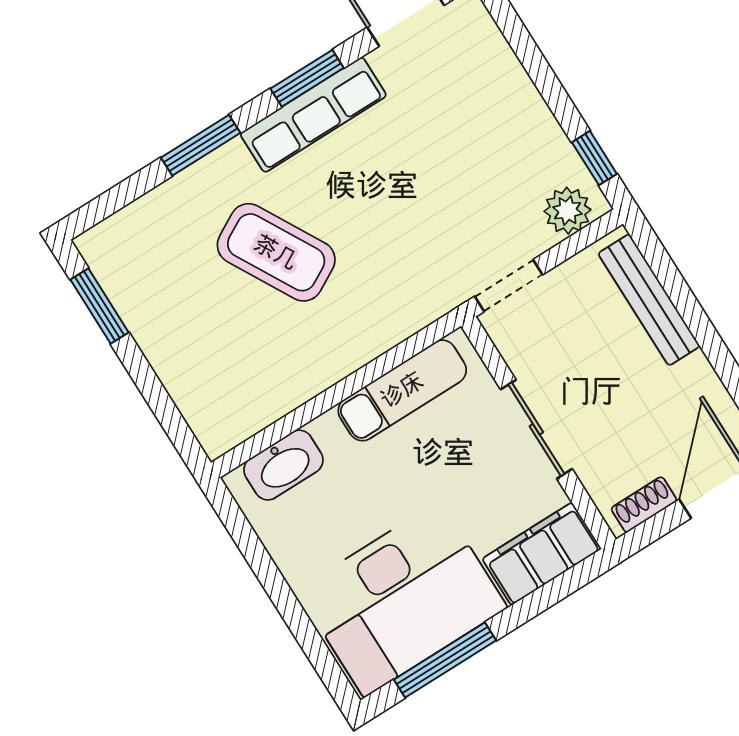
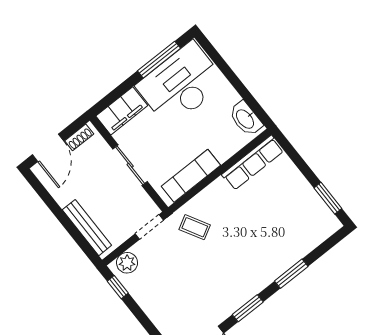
row of seats: (313, 115) -> (253, 163), moved, turned 180
coffee table: (276, 252) -> (195, 227), moved, width x0.54, depth x0.58
washbasin: (283, 465) -> (245, 119), moved, turned -90

